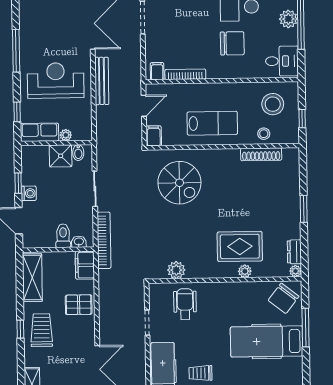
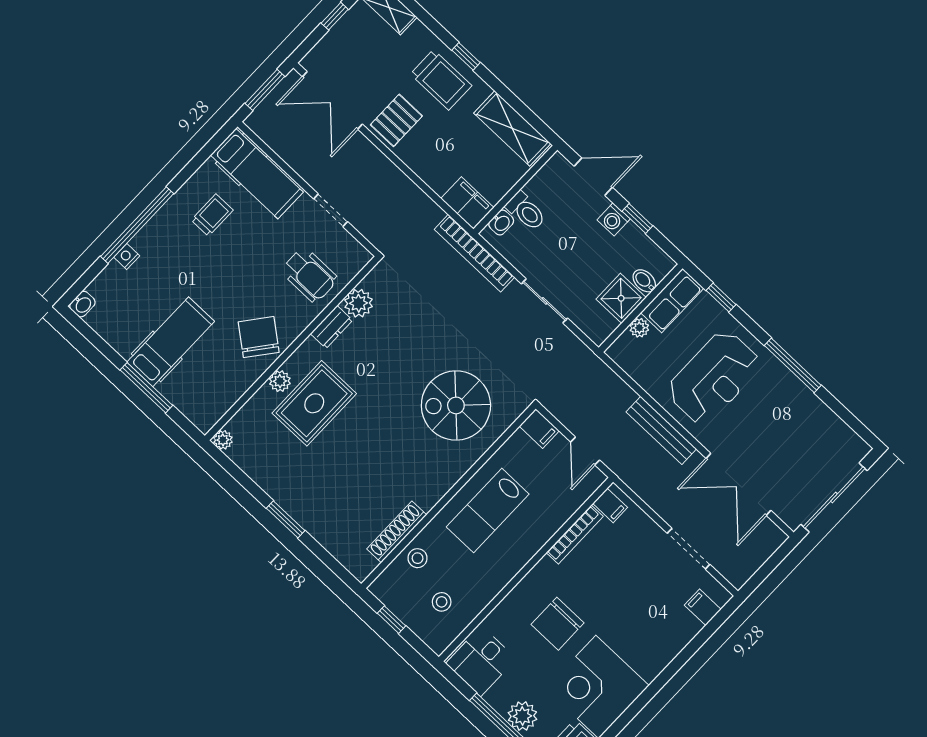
stool: (273, 104) -> (442, 602), width x0.53, depth x0.53
bidet: (78, 153) -> (644, 281), moved
dresser: (294, 252) -> (331, 327), moved, turned 90
chair: (284, 298) -> (259, 337), moved
pallet: (79, 305) -> (396, 120), moved
hospital bed: (267, 341) -> (171, 342), width x0.73, depth x0.78

